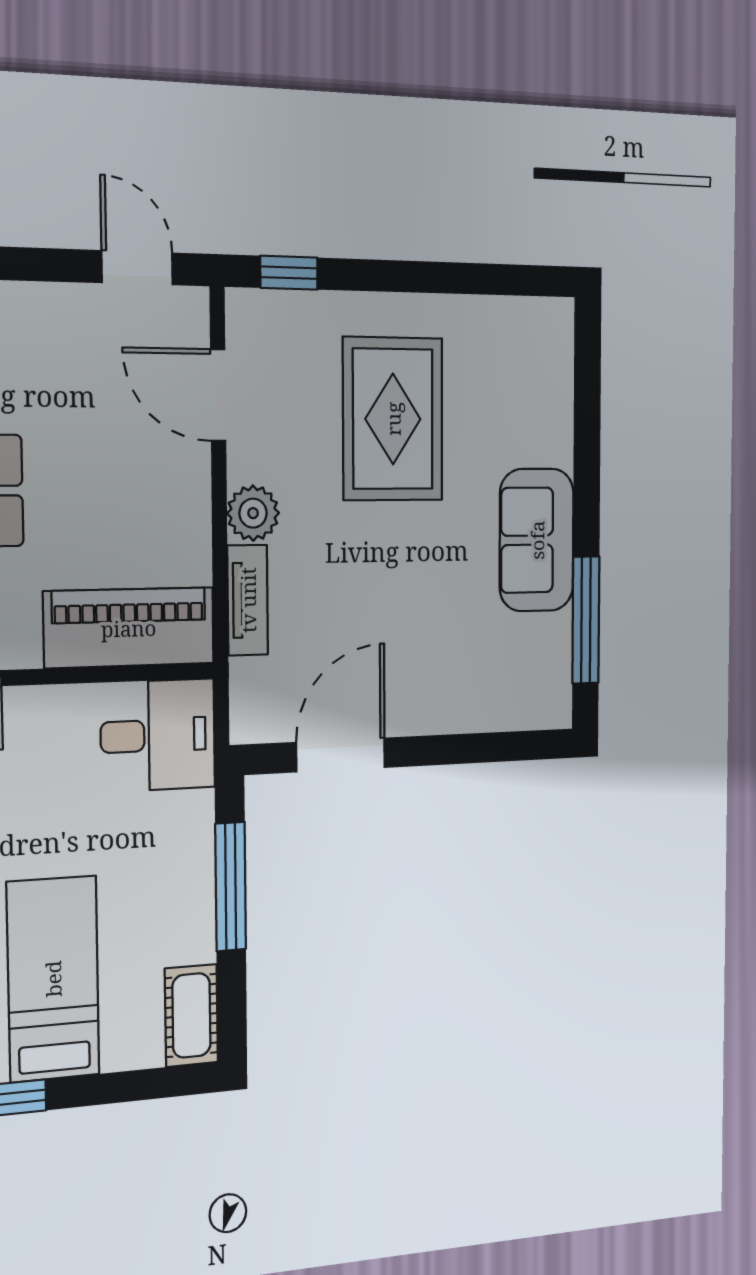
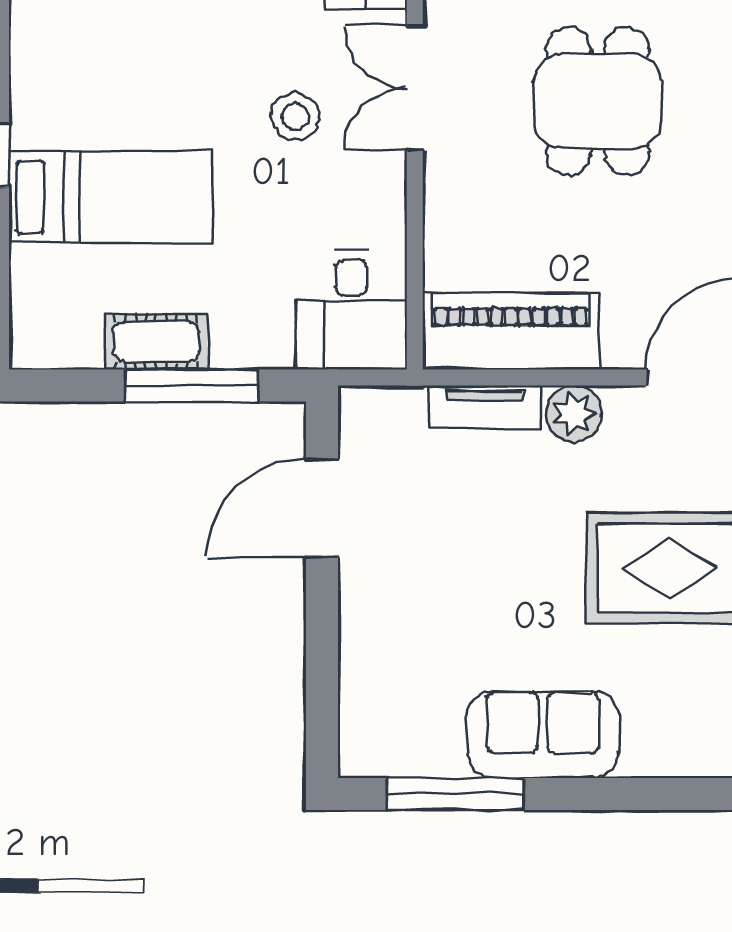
piano: (129, 628) -> (511, 331), moved, turned -90
door: (341, 755) -> (322, 508), swing flipped
cot: (191, 1015) -> (156, 342), moved

